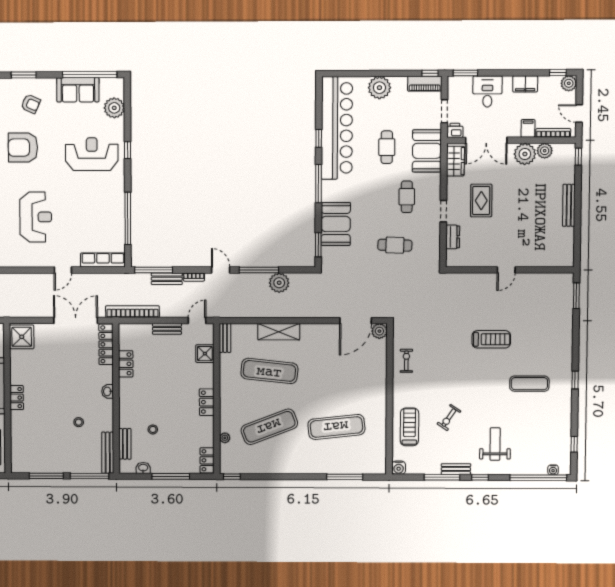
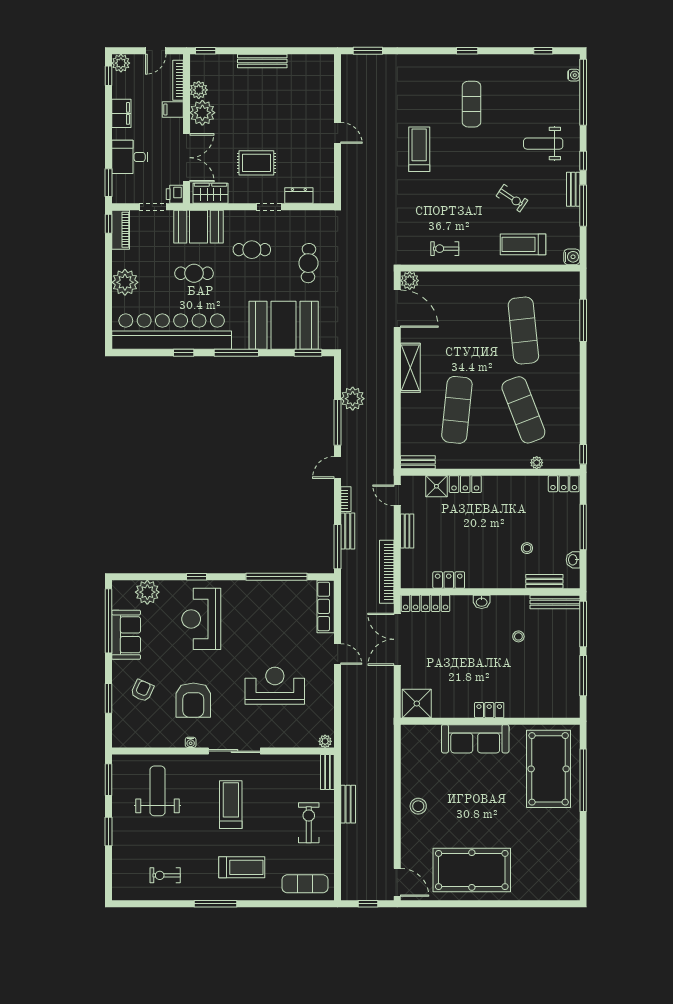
booth: (336, 224) -> (284, 325), width x1.36, depth x1.42
shelving: (279, 332) -> (410, 368), moved
locker: (207, 402) -> (465, 484), moved

